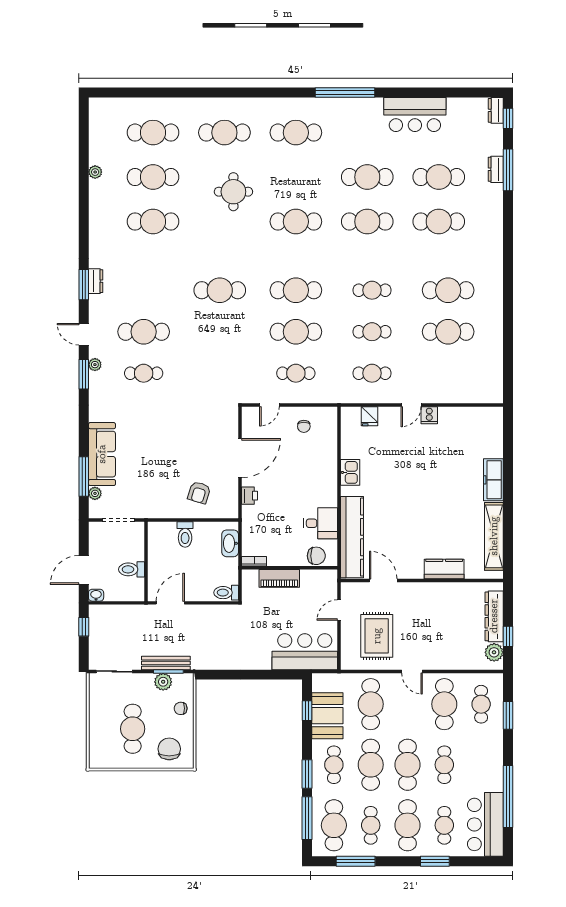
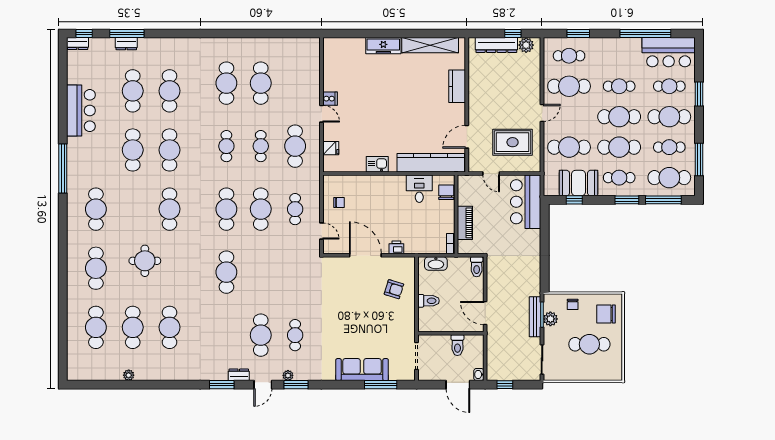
dresser: (96, 281) -> (239, 375), moved
cafe table: (372, 373) -> (295, 146), width x1.37, depth x1.35
plant: (95, 493) -> (395, 375), removed

